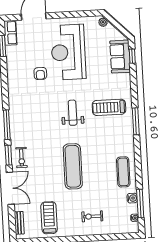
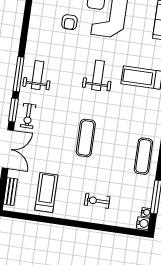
weight bench: (23, 122) -> (38, 75), added
exercise mat: (73, 166) -> (86, 138), width x0.73, depth x0.69
water cooler: (132, 198) -> (143, 223), moved

